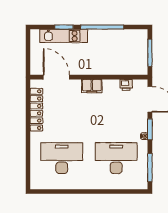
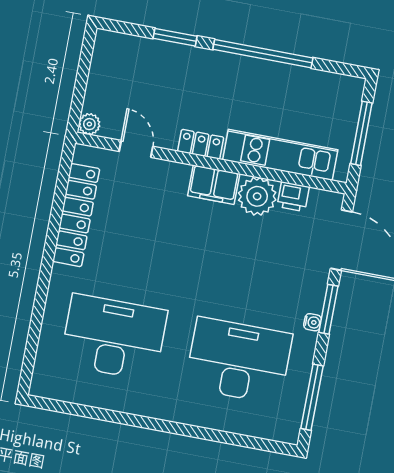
kitchen unit: (64, 36) -> (280, 155), moved, turned 180
plant: (35, 70) -> (89, 124), added
locker: (83, 70) -> (201, 144), added
door: (56, 77) -> (136, 149), width x0.53
plant: (111, 88) -> (257, 196), added

